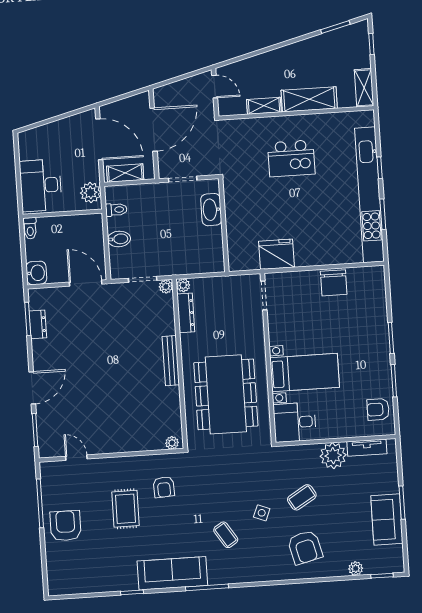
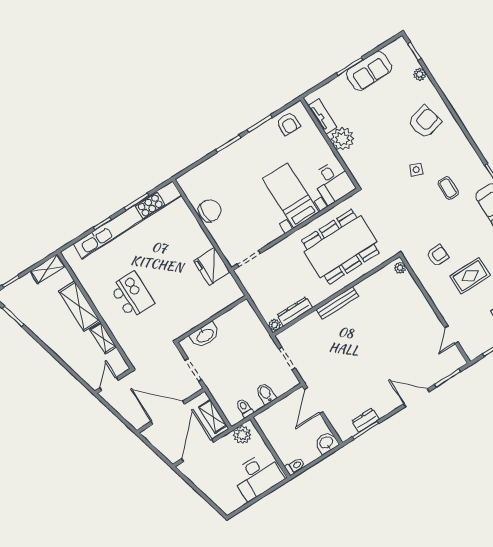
plant: (166, 287) -> (283, 338), removed
coffee table: (302, 497) -> (388, 145), removed
coffee table: (226, 535) -> (448, 188), turned -57

